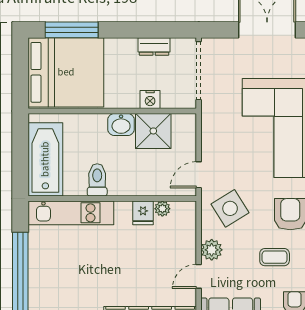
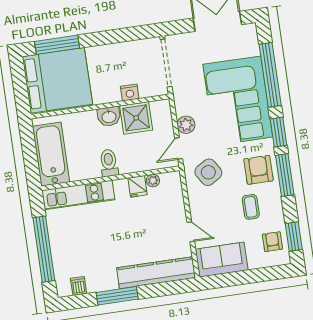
dresser: (154, 46) -> (127, 49), removed
toilet: (97, 180) -> (109, 163), moved
plant: (212, 250) -> (186, 125), moved
coffee table: (275, 257) -> (251, 207), turned 90
door: (199, 276) -> (191, 232), swing flipped

